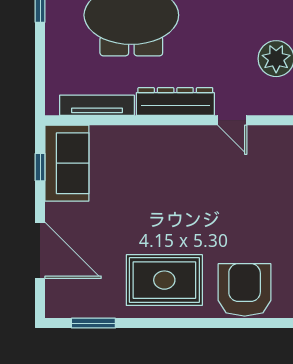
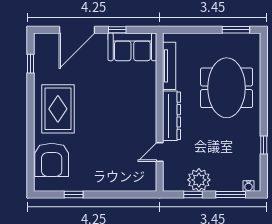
window: (40, 167) -> (117, 30), moved
armchair: (245, 290) -> (52, 160), turned 90
window: (93, 323) -> (31, 64), width x0.67

